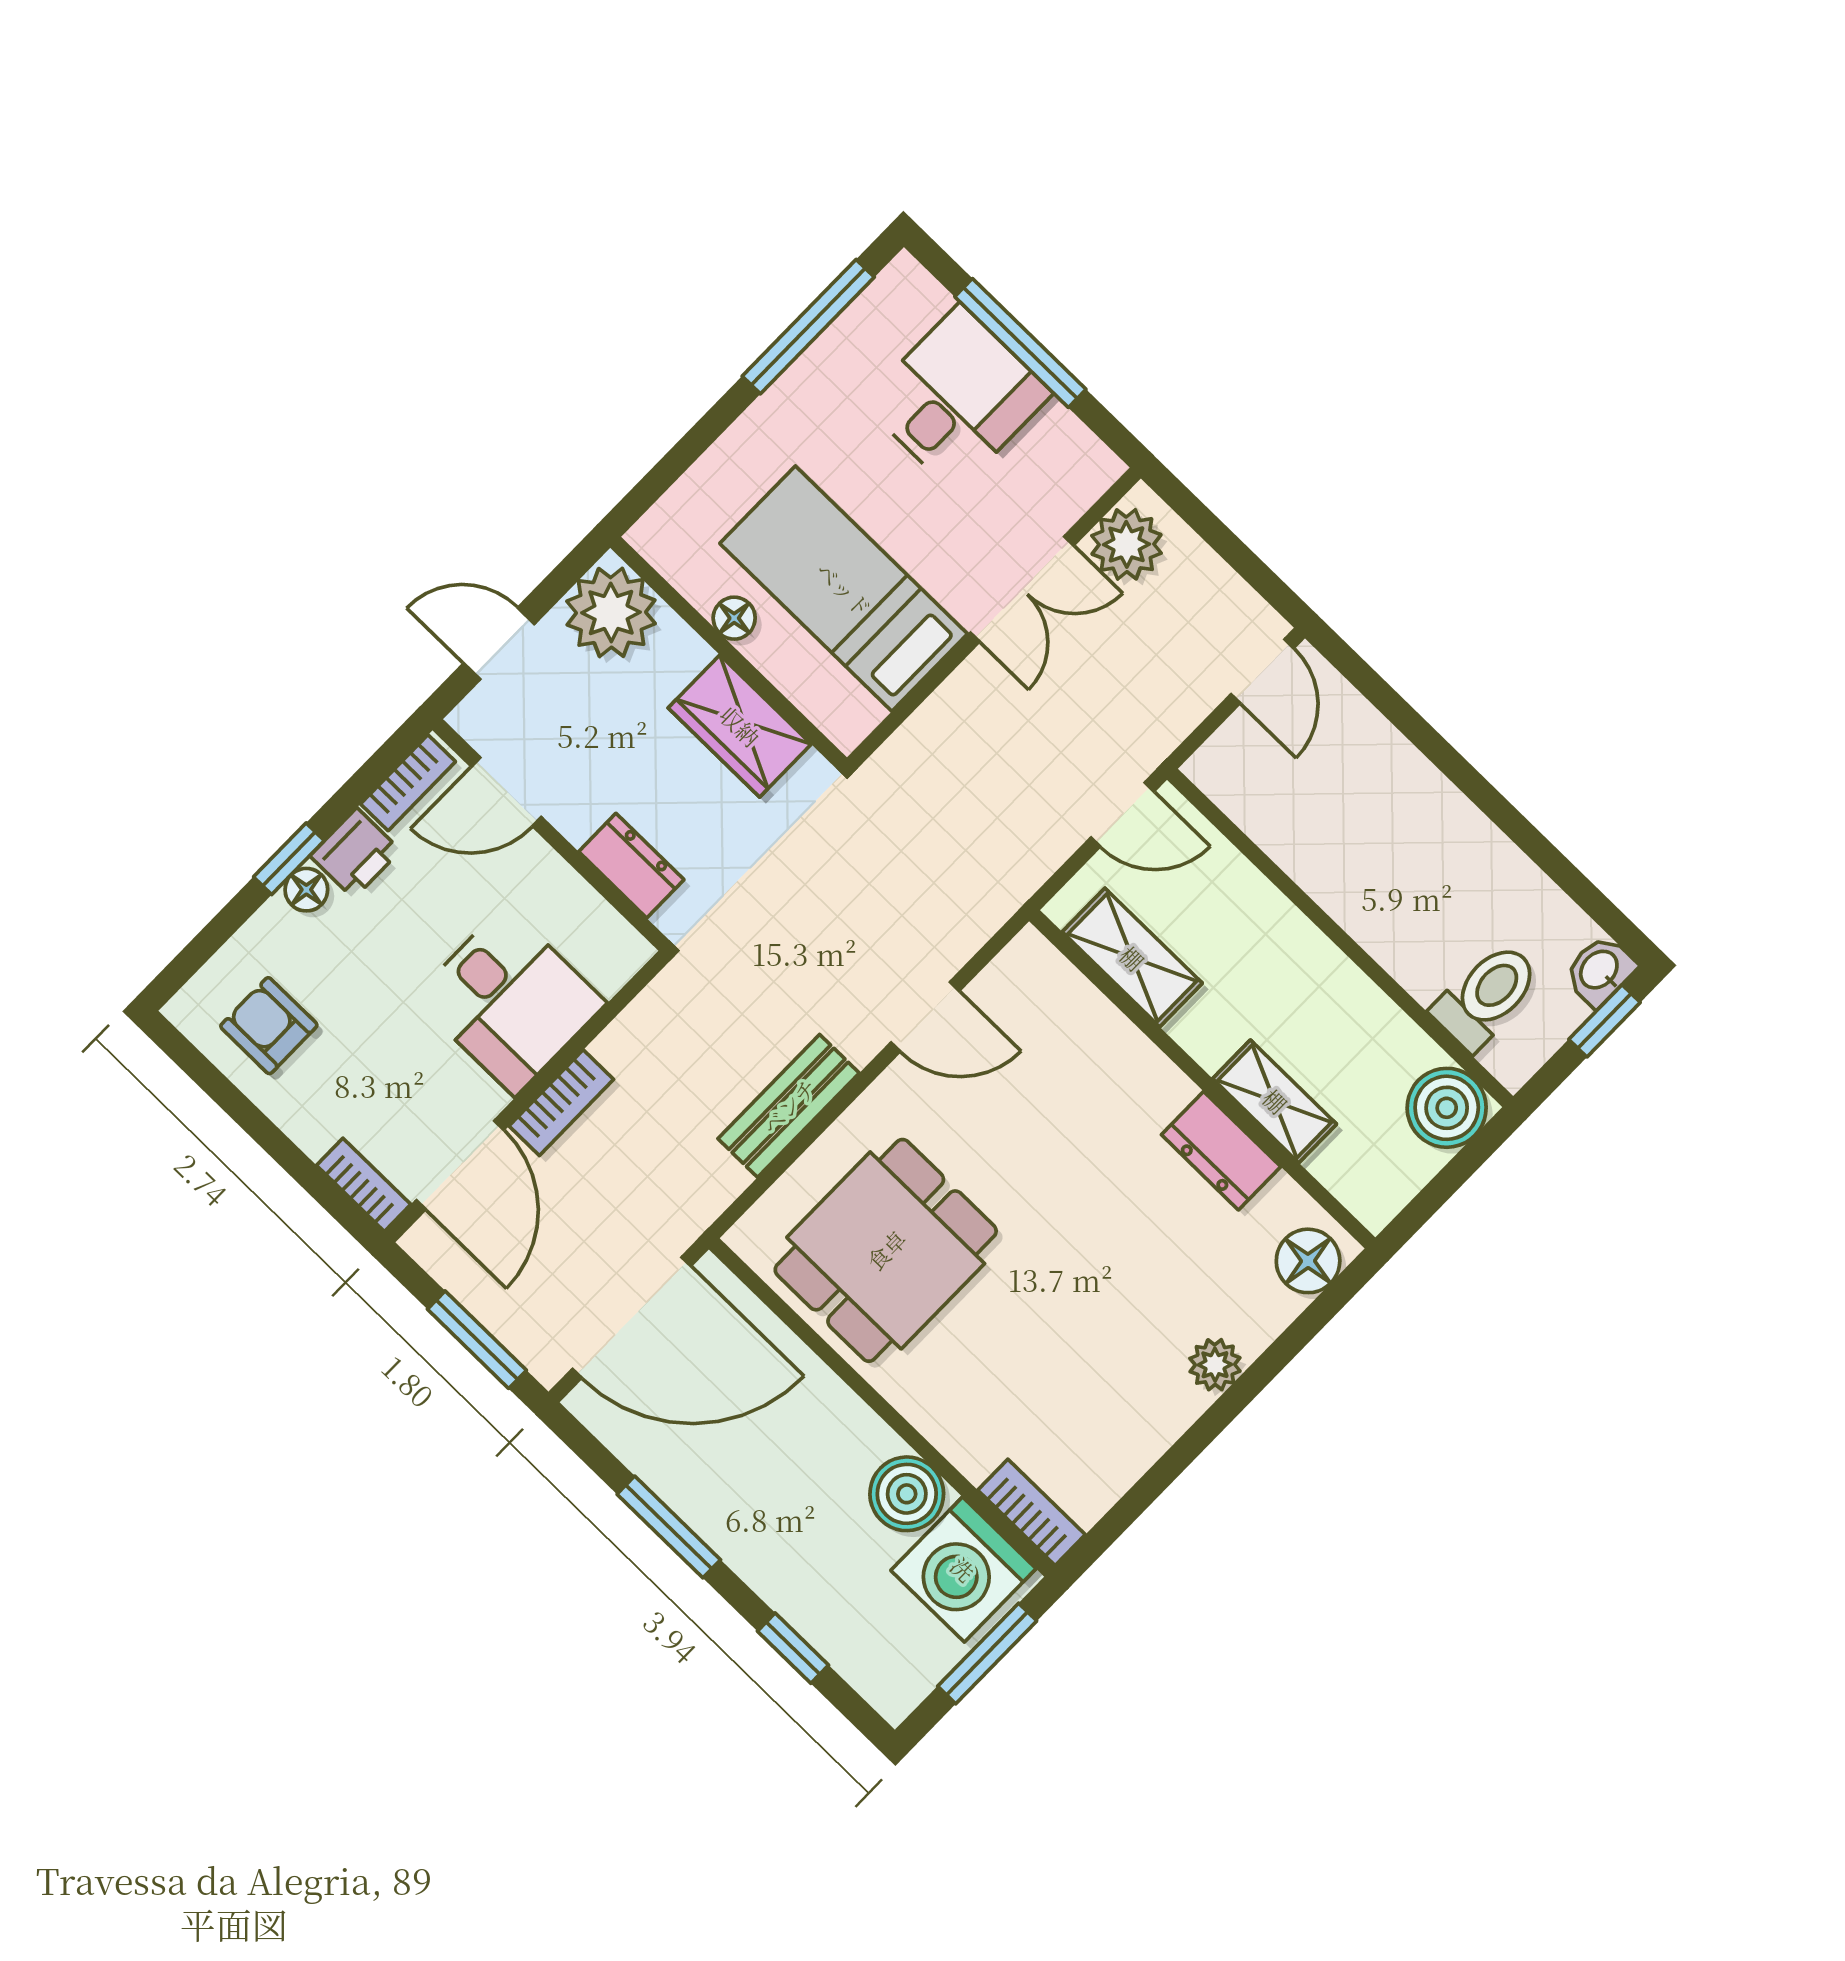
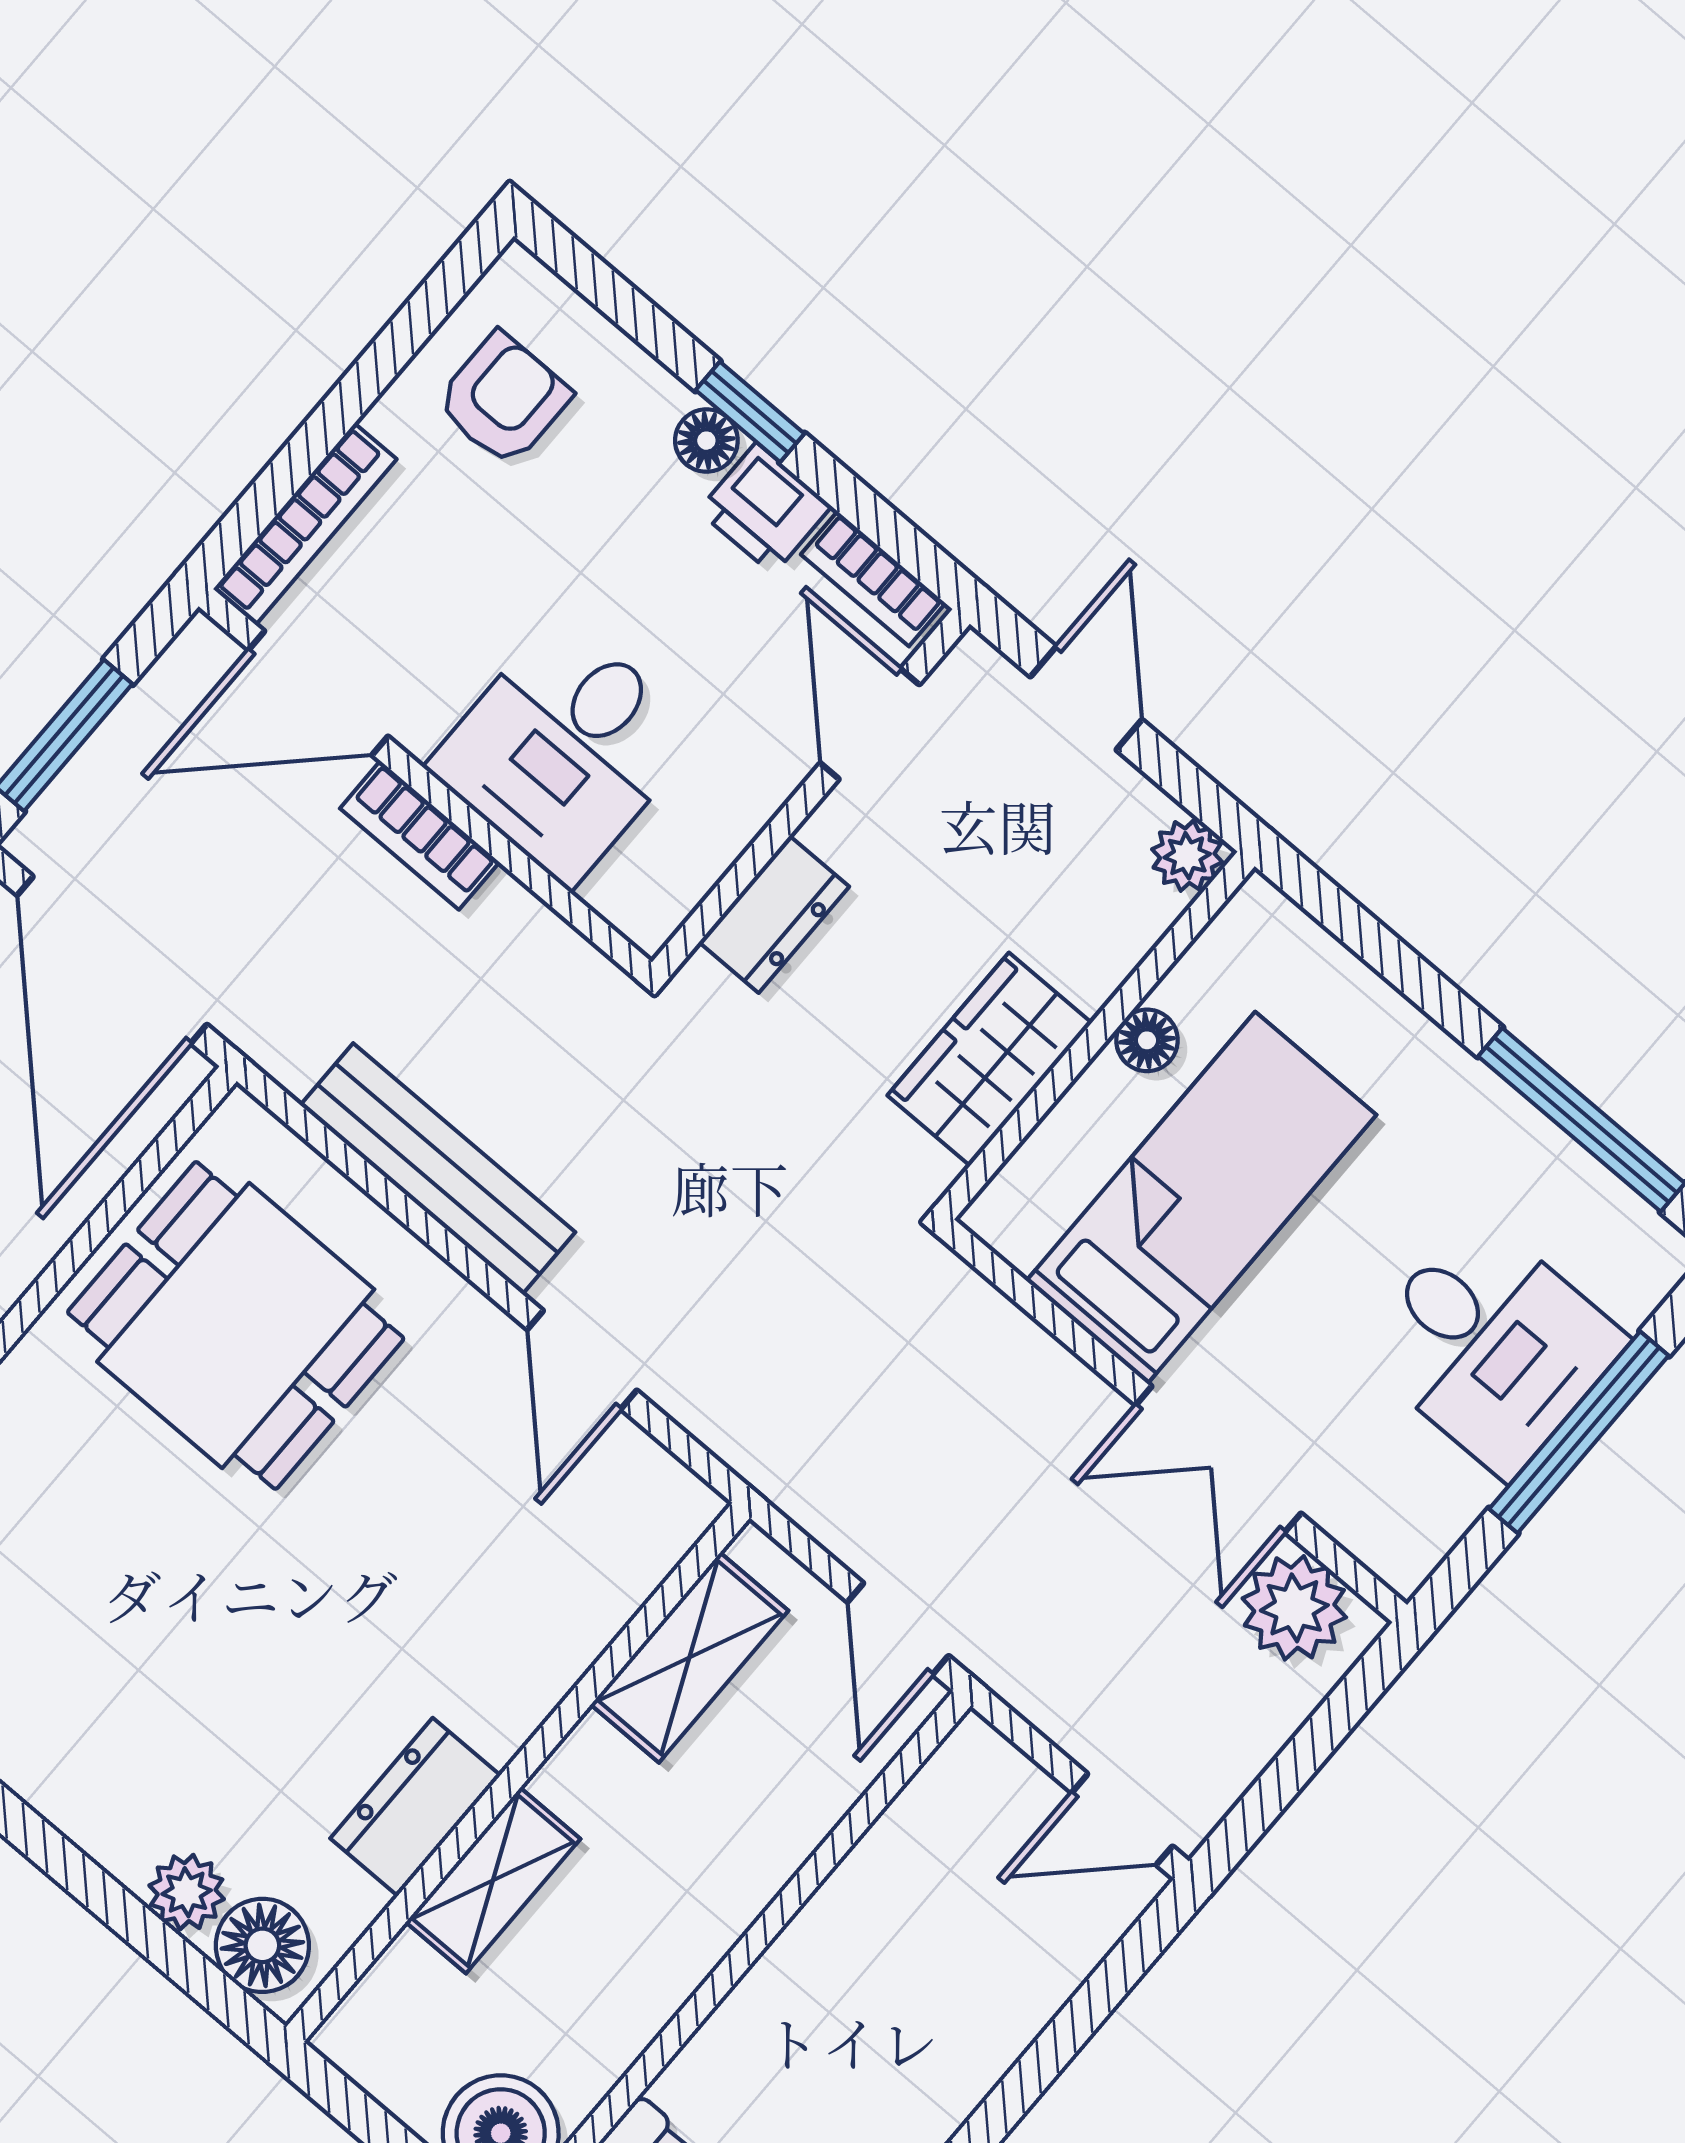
plant: (611, 612) -> (1187, 856), width x0.53, depth x0.53
bench: (789, 1106) -> (438, 1169), width x1.36
bookcase: (364, 1185) -> (305, 524), width x1.56
plant: (1215, 1365) -> (187, 1892), moved

